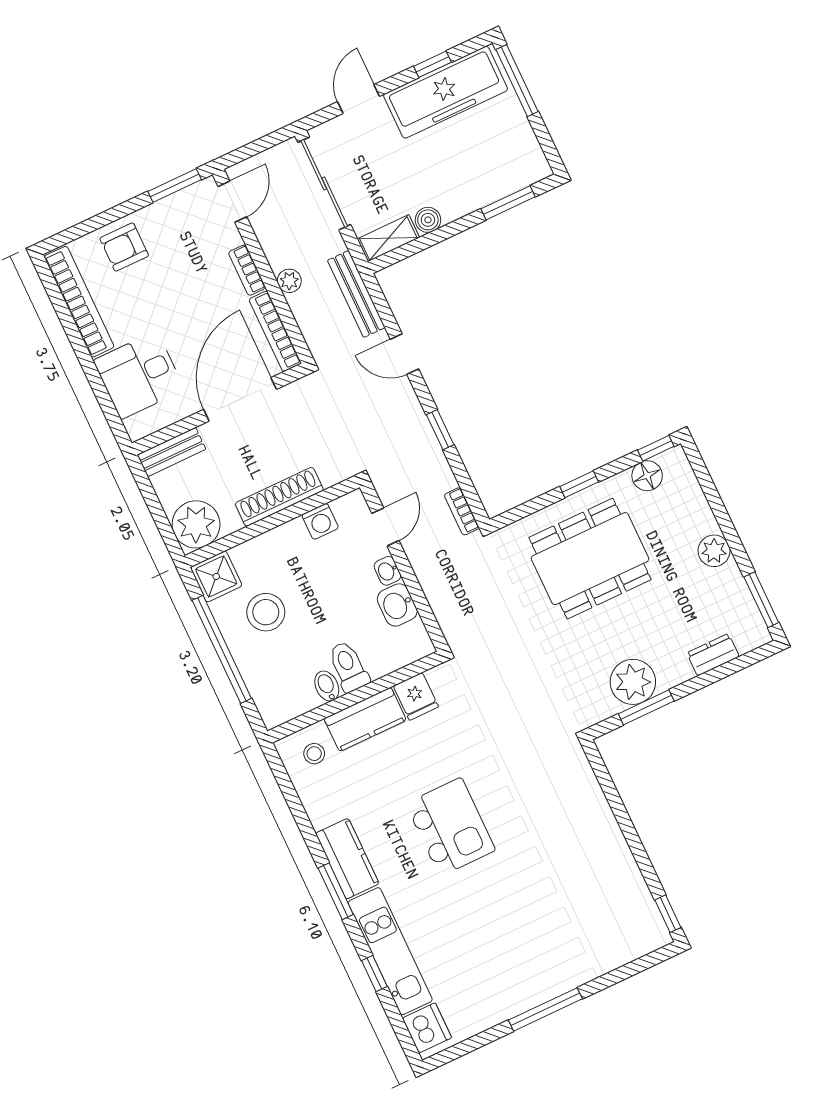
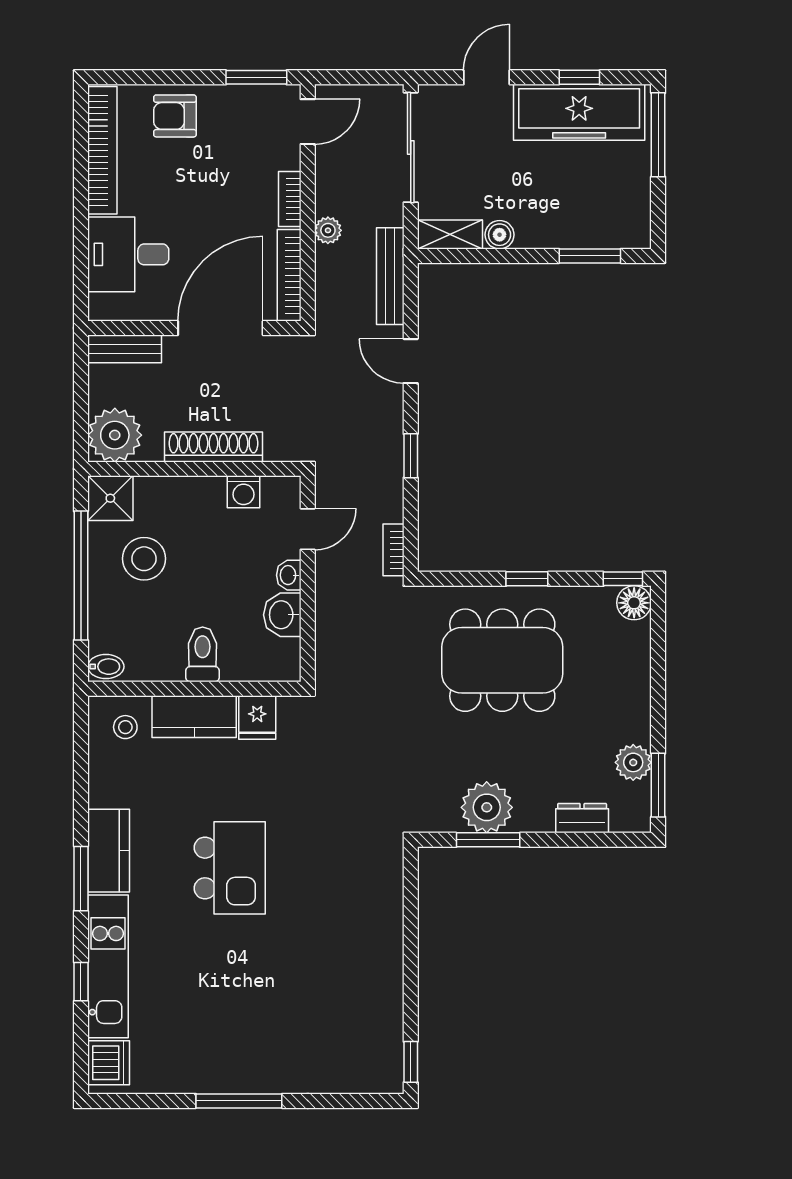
floor lamp: (647, 476) -> (634, 603), moved
plant: (714, 551) -> (633, 762), moved
bidet: (327, 686) -> (106, 667), moved, turned 90

